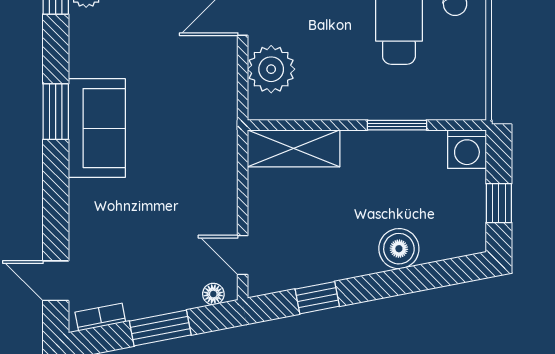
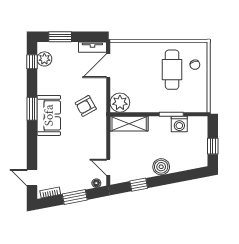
plant: (271, 69) -> (120, 103), moved
armchair: (187, 105) -> (86, 106), added
washing machine: (467, 149) -> (179, 124), moved
boiler: (399, 249) -> (161, 167), moved

